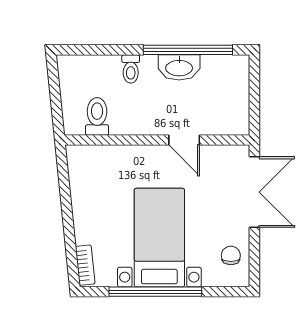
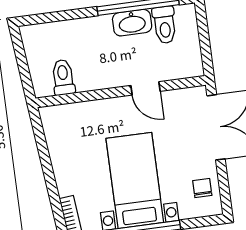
toilet: (131, 69) -> (165, 25), moved, width x1.37, depth x1.39

